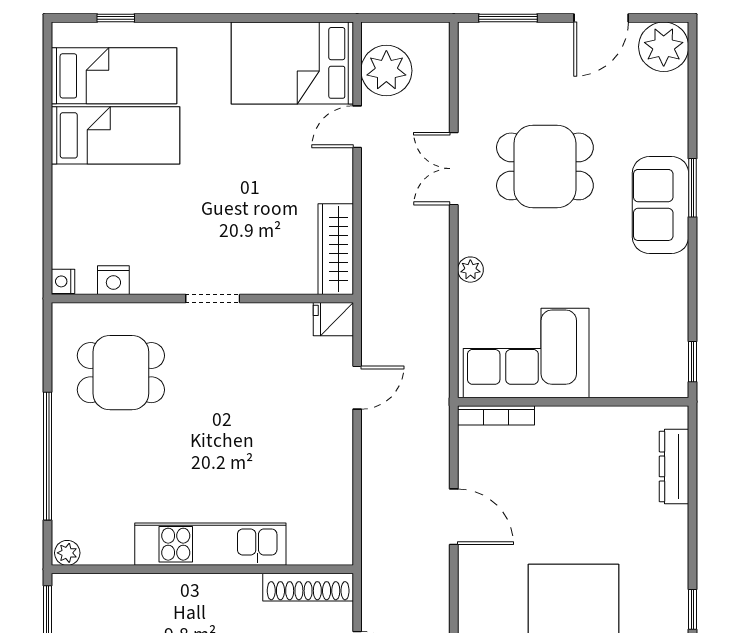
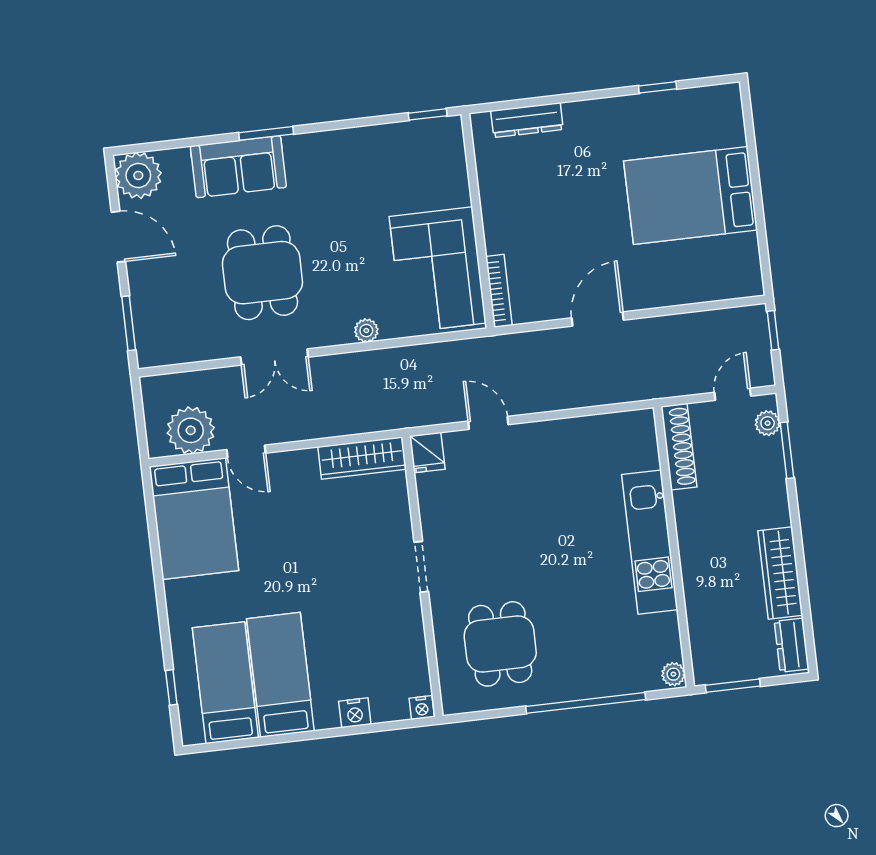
sofa: (660, 205) -> (238, 167), moved
nightstand: (113, 280) -> (355, 713), moved, turned 90

